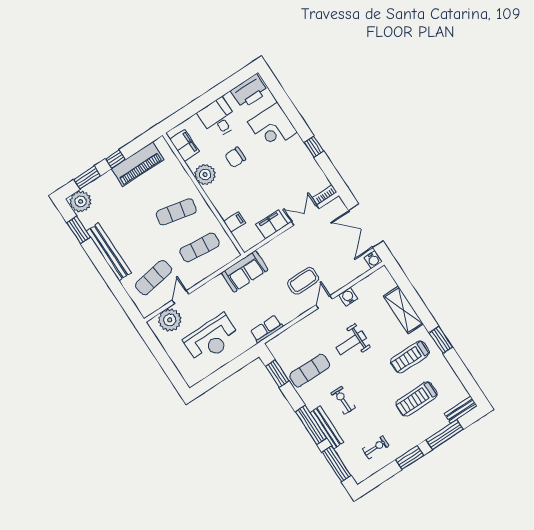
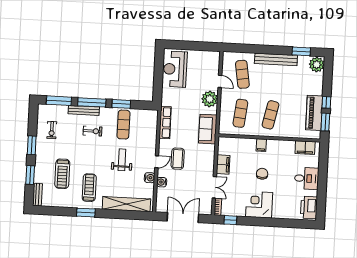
corner desk: (272, 127) -> (259, 205), moved
window: (314, 147) -> (230, 220), moved
chair: (235, 157) -> (262, 174), moved
plant: (205, 175) -> (280, 147), removed
window: (87, 178) -> (325, 122), moved
filing cabinet: (234, 222) -> (261, 145), moved
water cooler: (373, 260) -> (162, 182), moved
door: (324, 302) -> (157, 162), hinge flipped
shelving: (403, 310) -> (126, 204), width x1.47
plant: (170, 320) -> (210, 99), moved
row of seats: (267, 329) -> (165, 123), width x1.48
reception desk: (212, 339) -> (175, 69), moved
window: (277, 374) -> (121, 104), moved
treadmill: (417, 399) -> (62, 174), turned 180
window: (445, 435) -> (30, 175), width x0.69

